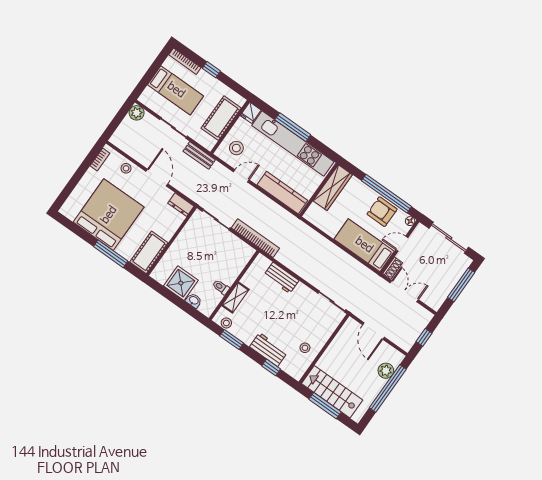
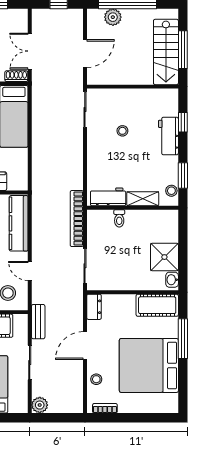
workbench: (281, 278) -> (108, 197), moved, turned -90
toilet: (221, 287) -> (119, 218), moved
washbasin: (194, 301) -> (172, 280), moved
stool: (305, 348) -> (122, 131), moved

